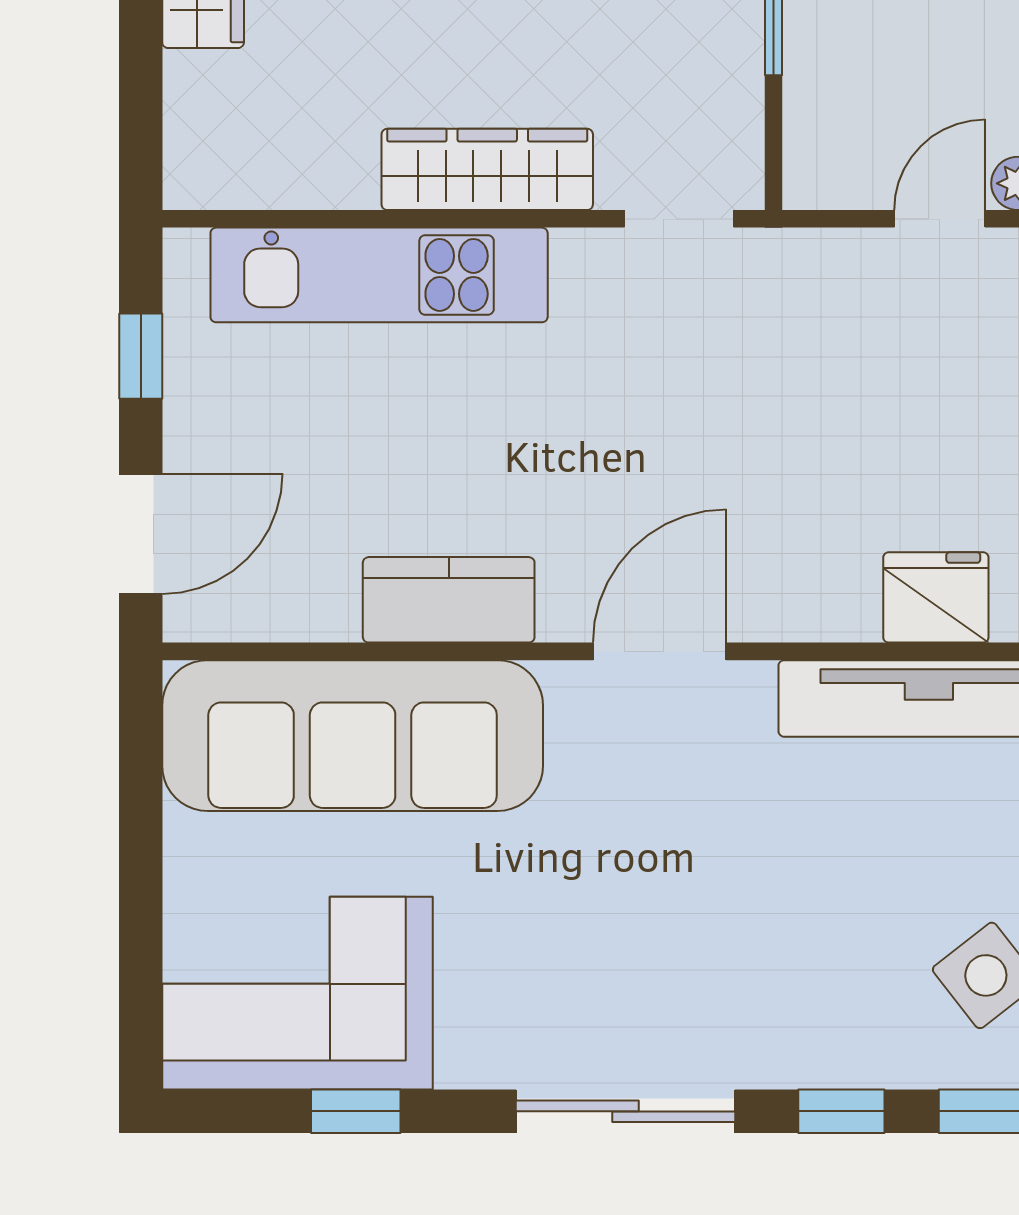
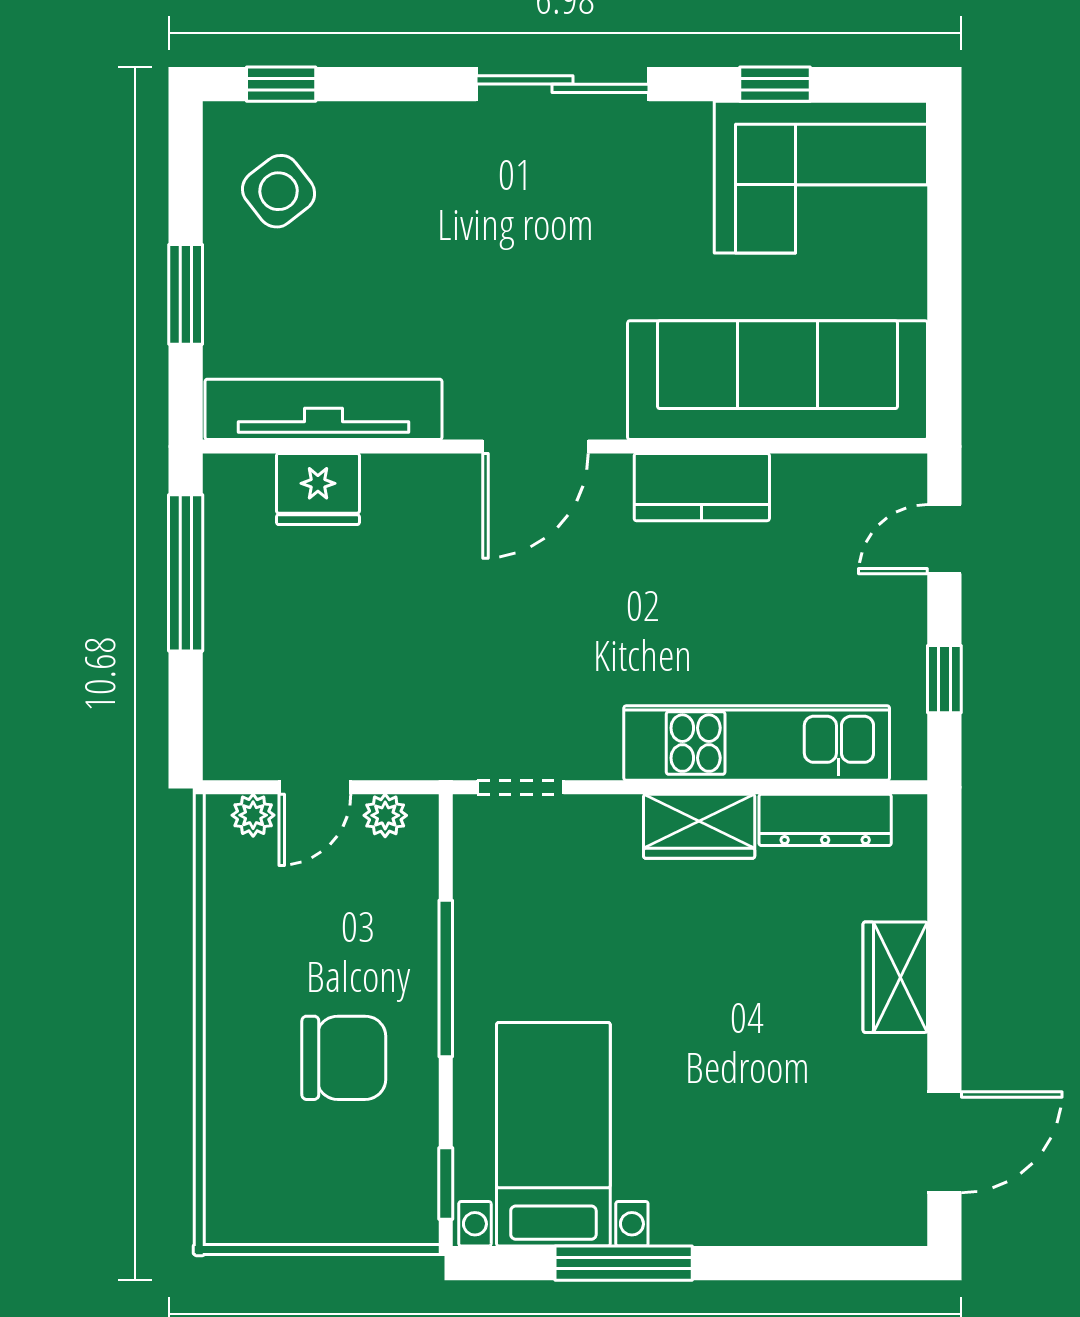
wardrobe: (487, 169) -> (699, 826), width x0.67
dresser: (292, 177) -> (825, 820), added
plant: (851, 183) -> (385, 815), added
door: (141, 534) -> (944, 539), width x0.73
window: (841, 1111) -> (392, 84), removed

